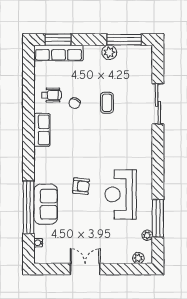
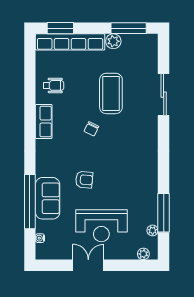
row of seats: (58, 53) -> (70, 42), width x1.36
chair: (75, 103) -> (91, 129), moved
coffee table: (107, 103) -> (111, 93), width x1.86, depth x1.72
reception desk: (121, 194) -> (101, 226), moved, turned -90

